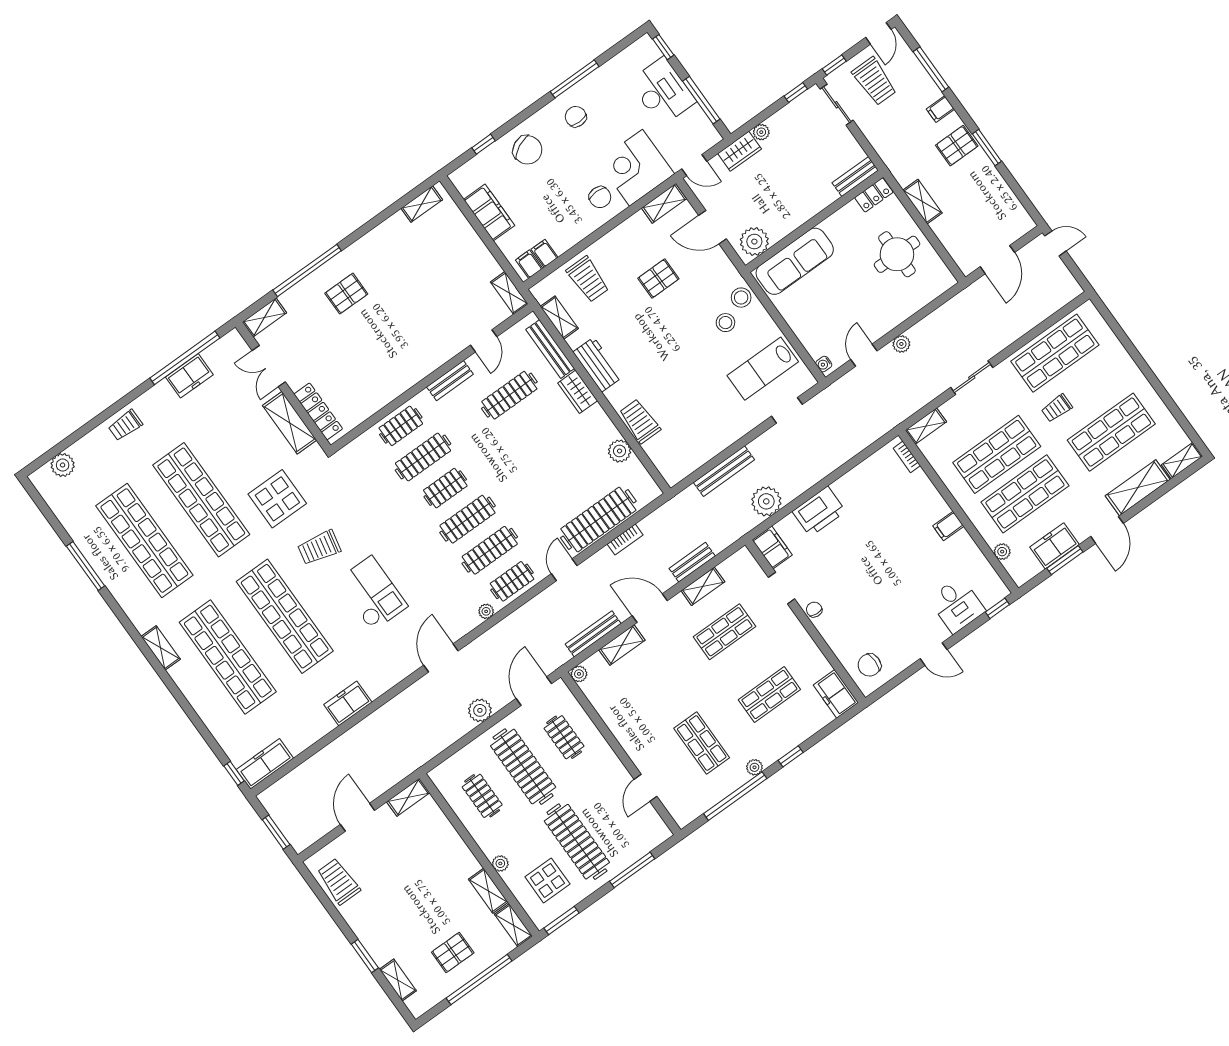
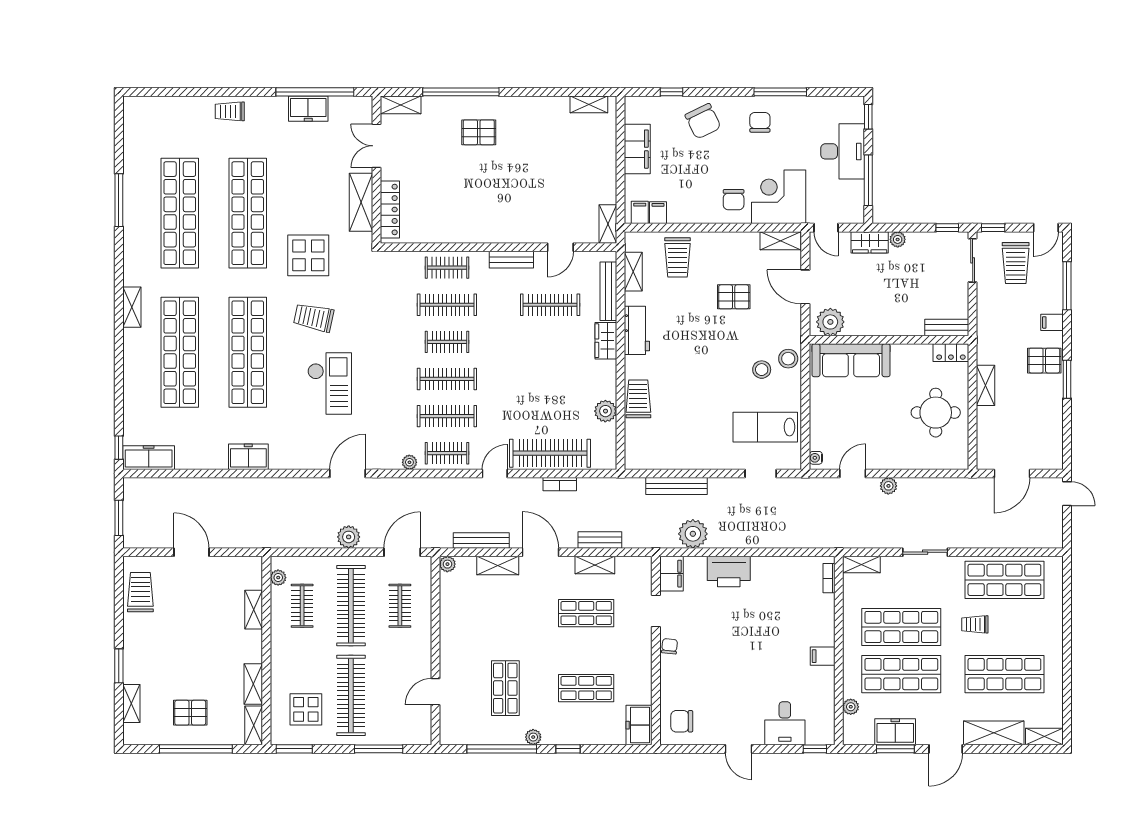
plant: (63, 465) -> (158, 107), removed
shelving: (408, 797) -> (254, 610), moved, turned 90
door: (357, 817) -> (191, 552), hinge flipped
plant: (500, 863) -> (278, 578), moved

